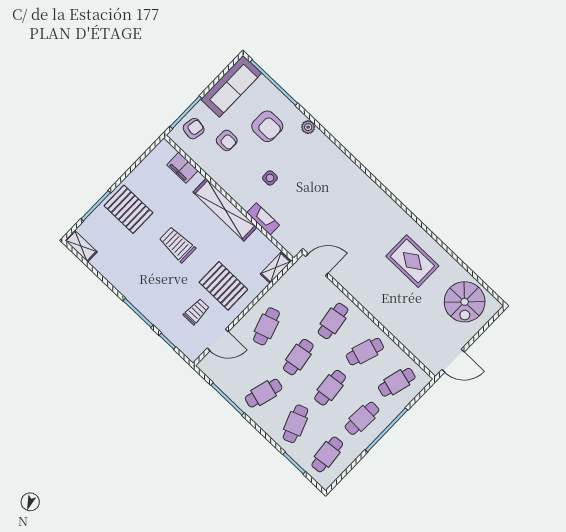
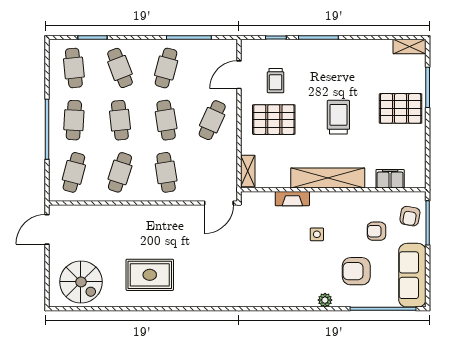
trolley: (177, 244) -> (338, 117), turned -90
spiral stairs: (465, 302) -> (81, 282), turned 180
cafe table: (266, 326) -> (212, 120), turned 42

